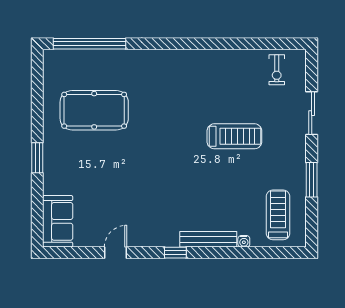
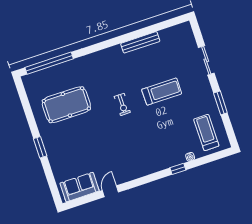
exercise bike: (277, 70) -> (122, 104), moved
sofa: (58, 221) -> (80, 187), moved, turned -90
bench: (208, 239) -> (140, 42), moved
window: (175, 253) -> (178, 169), moved

